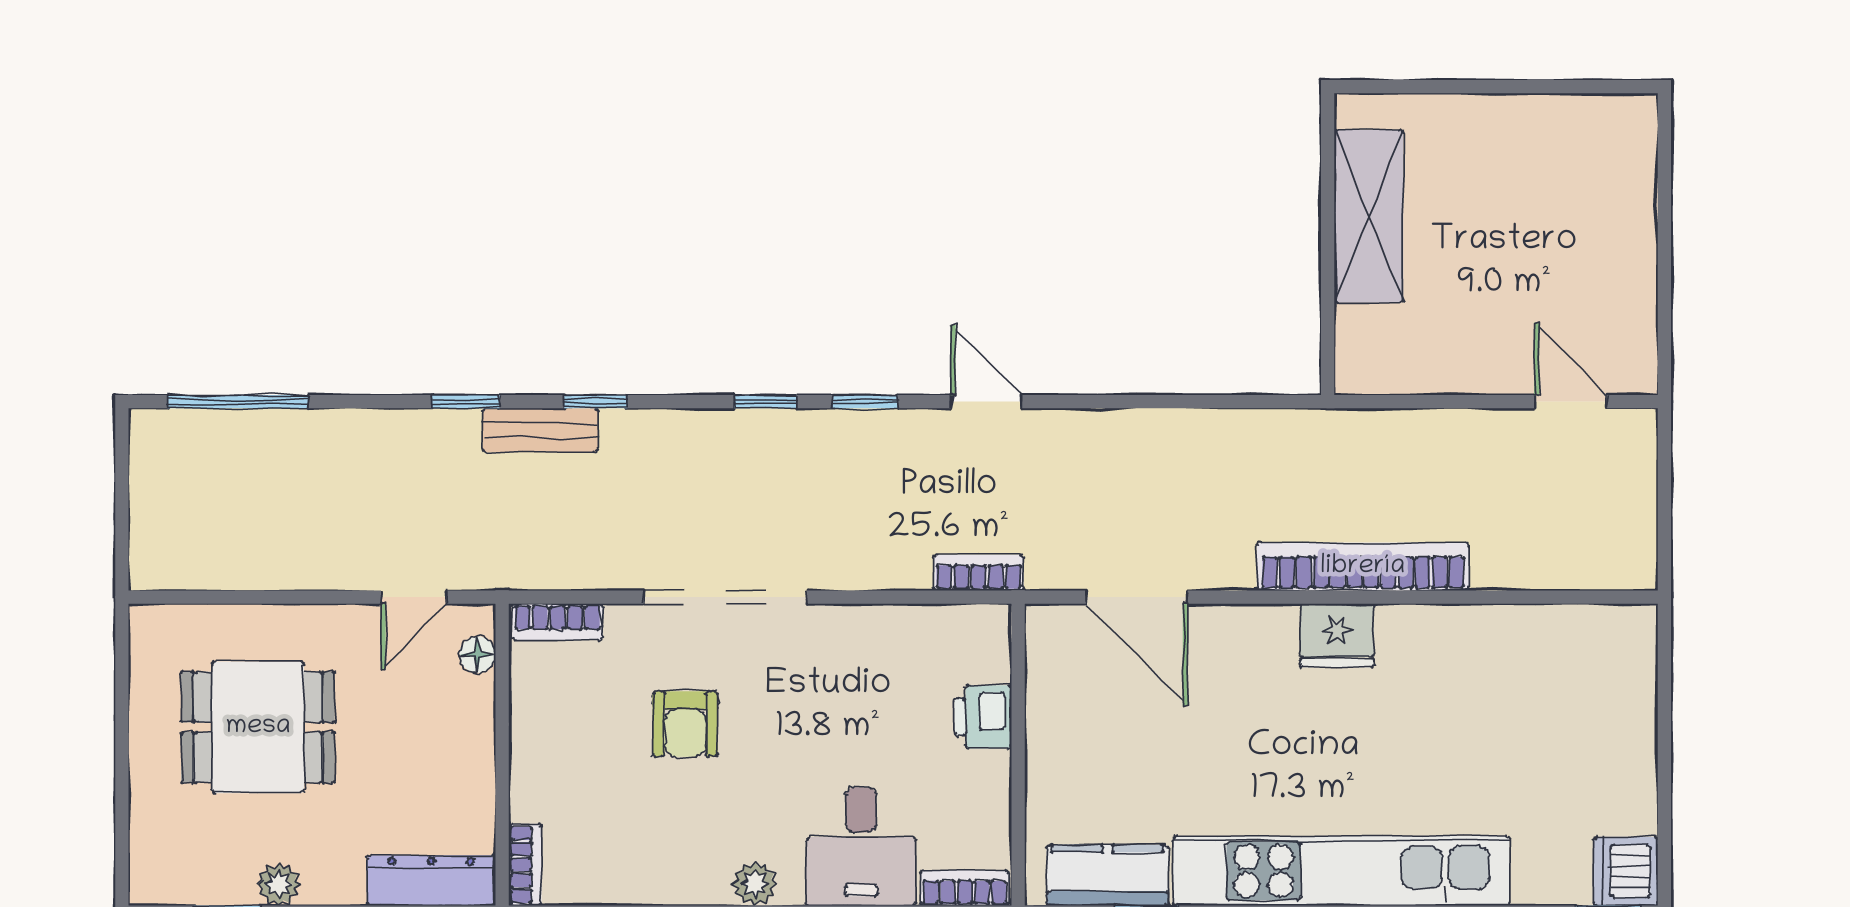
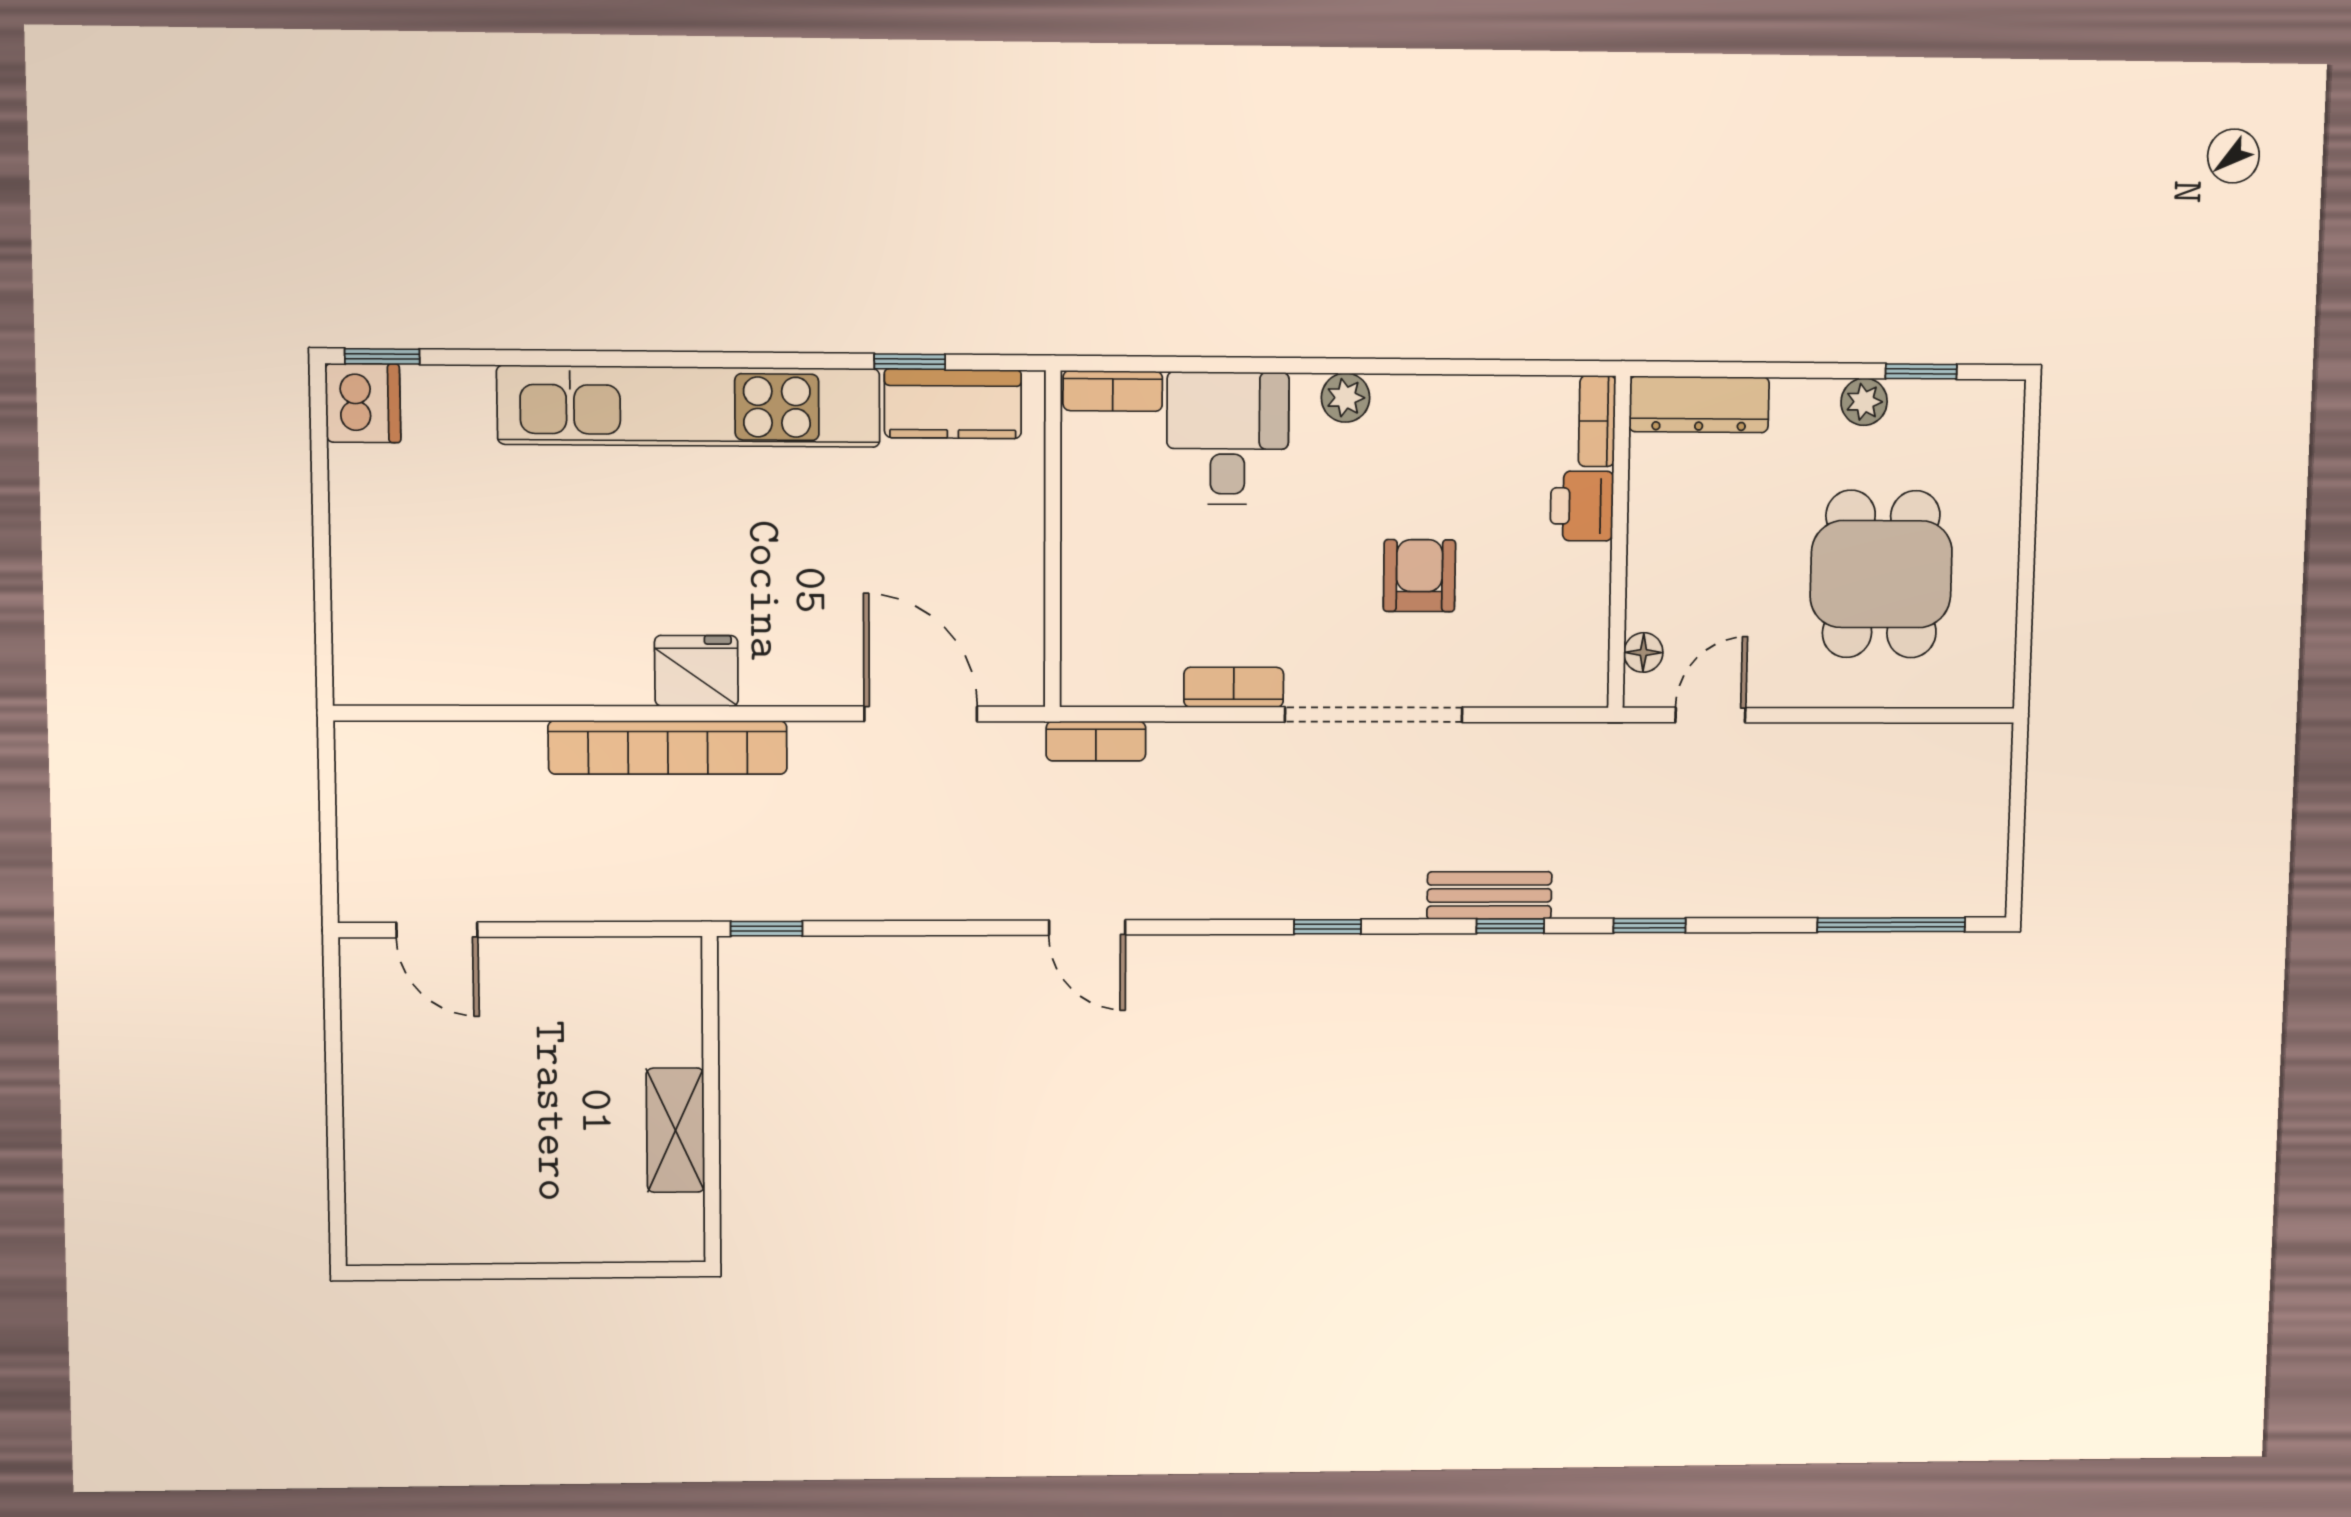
shelving: (1369, 216) -> (675, 1130), width x0.67, depth x0.75
window: (865, 402) -> (766, 929), moved
bench: (541, 430) -> (1489, 895), moved
bookcase: (558, 622) -> (1234, 687), moved
printer: (983, 717) -> (1582, 506), moved, turned 180
dining table: (258, 727) -> (1881, 574), turned 90

